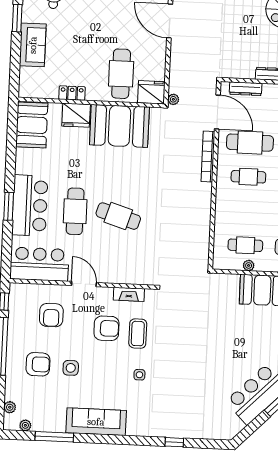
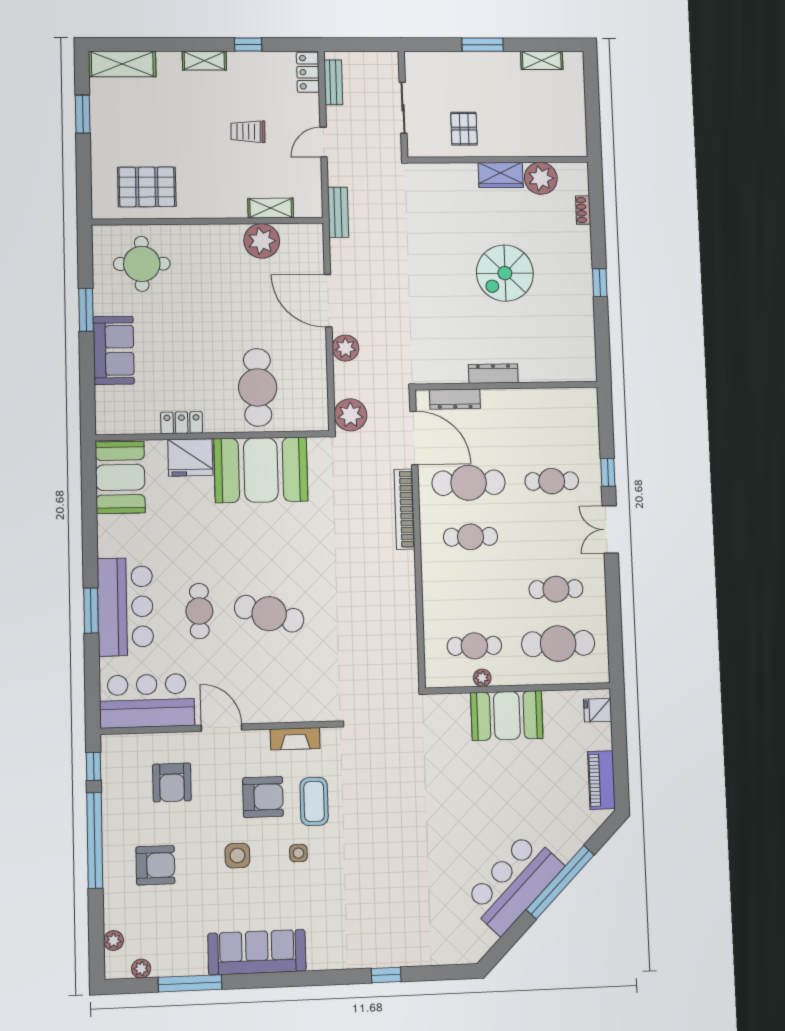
plant: (178, 52) -> (345, 348), added
fridge: (151, 92) -> (308, 414), removed
plant: (173, 99) -> (350, 415), width x1.88, depth x1.88
cafe table: (75, 211) -> (199, 611), width x0.73, depth x0.74
side table: (71, 368) -> (237, 856), moved
side table: (139, 375) -> (298, 853), moved

